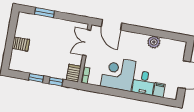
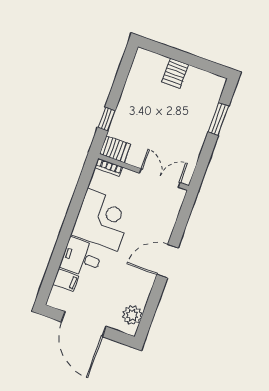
door: (112, 25) -> (168, 261), moved
plant: (154, 42) -> (132, 315), moved
window: (36, 78) -> (117, 89), removed

